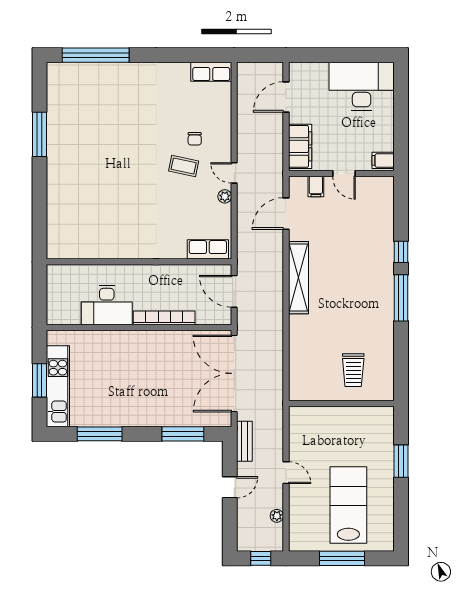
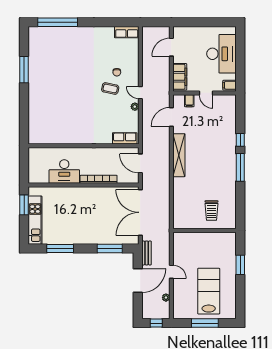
desk: (362, 86) -> (221, 54), moved, turned 90
window: (40, 380) -> (24, 205), moved
door: (230, 487) -> (138, 281), width x1.87

